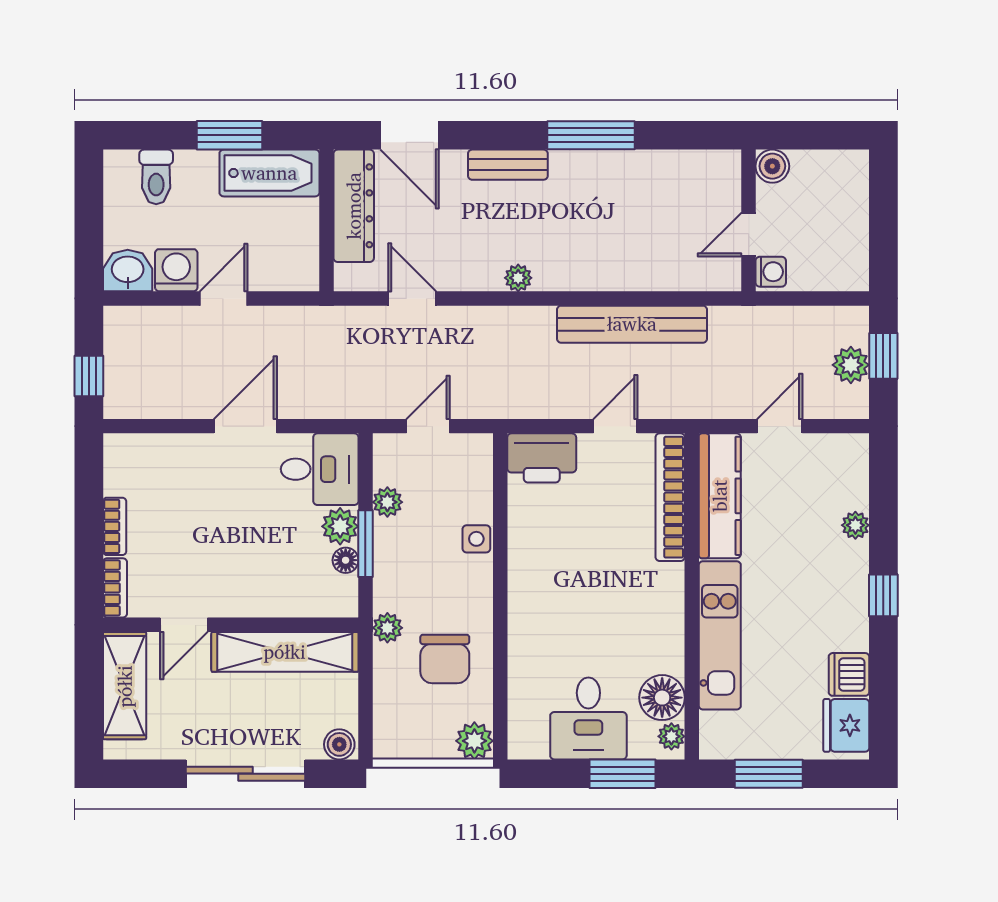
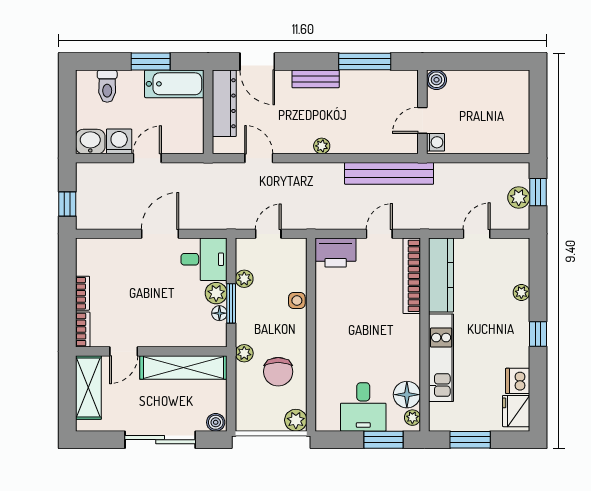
boiler: (772, 166) -> (436, 80), moved
wall: (749, 220) -> (422, 112), moved
door: (749, 235) -> (422, 120), moved
washing machine: (771, 272) -> (436, 142), moved

